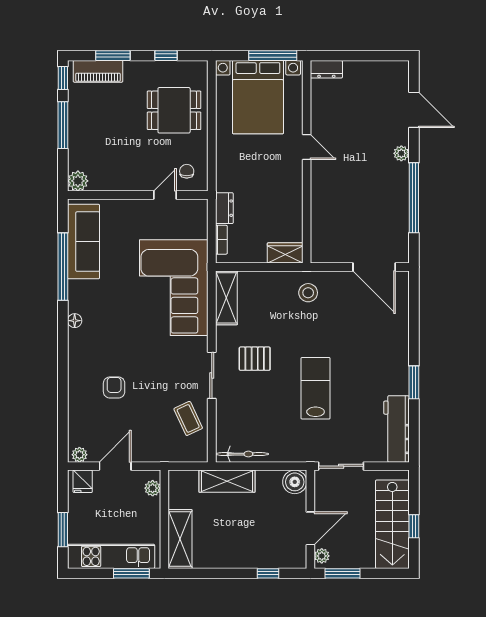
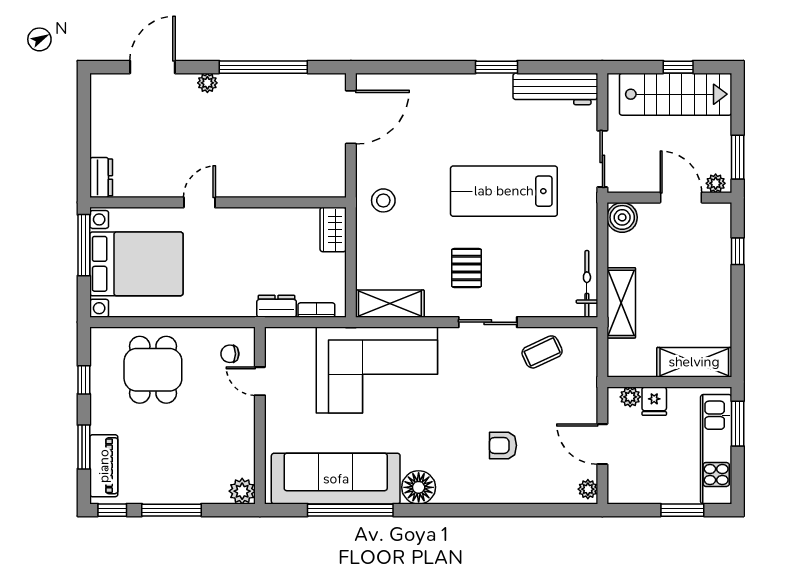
sofa: (84, 242) -> (336, 479), width x1.36, depth x1.27
floor lamp: (75, 321) -> (419, 487), width x1.89, depth x1.89
lab bench: (316, 388) -> (504, 191), width x1.36, depth x1.39
fridge: (83, 481) -> (654, 401), moved, turned 90

